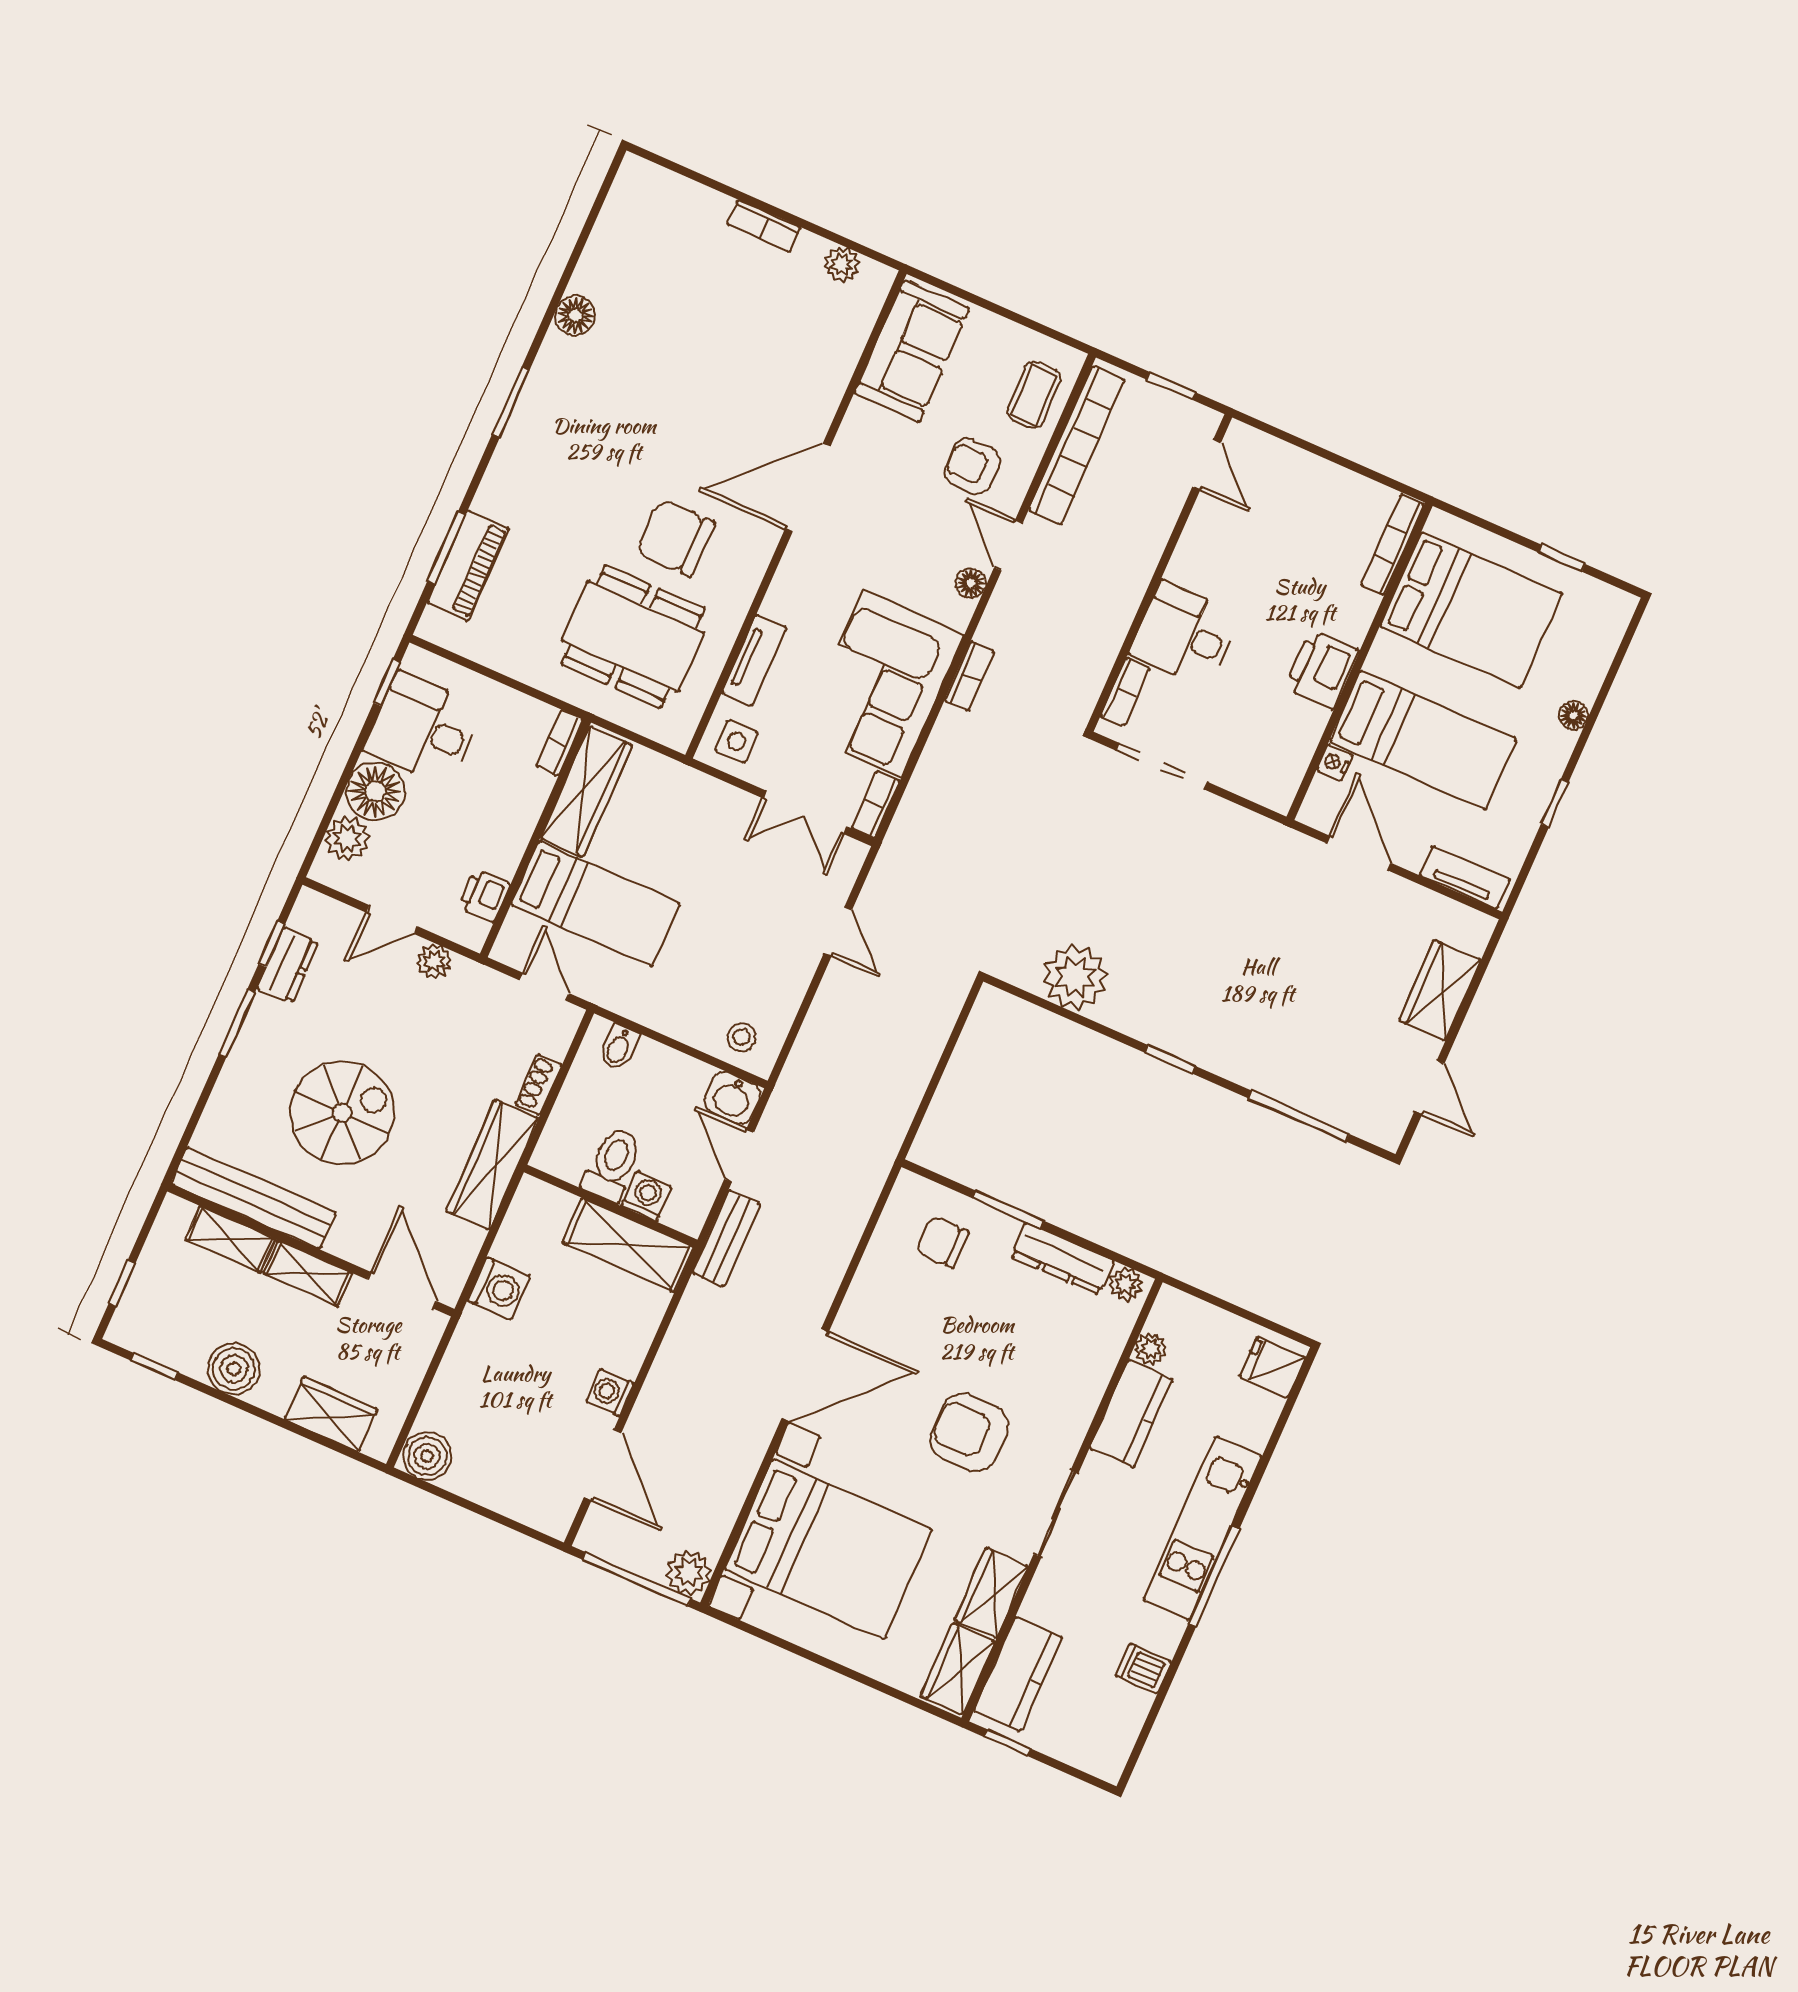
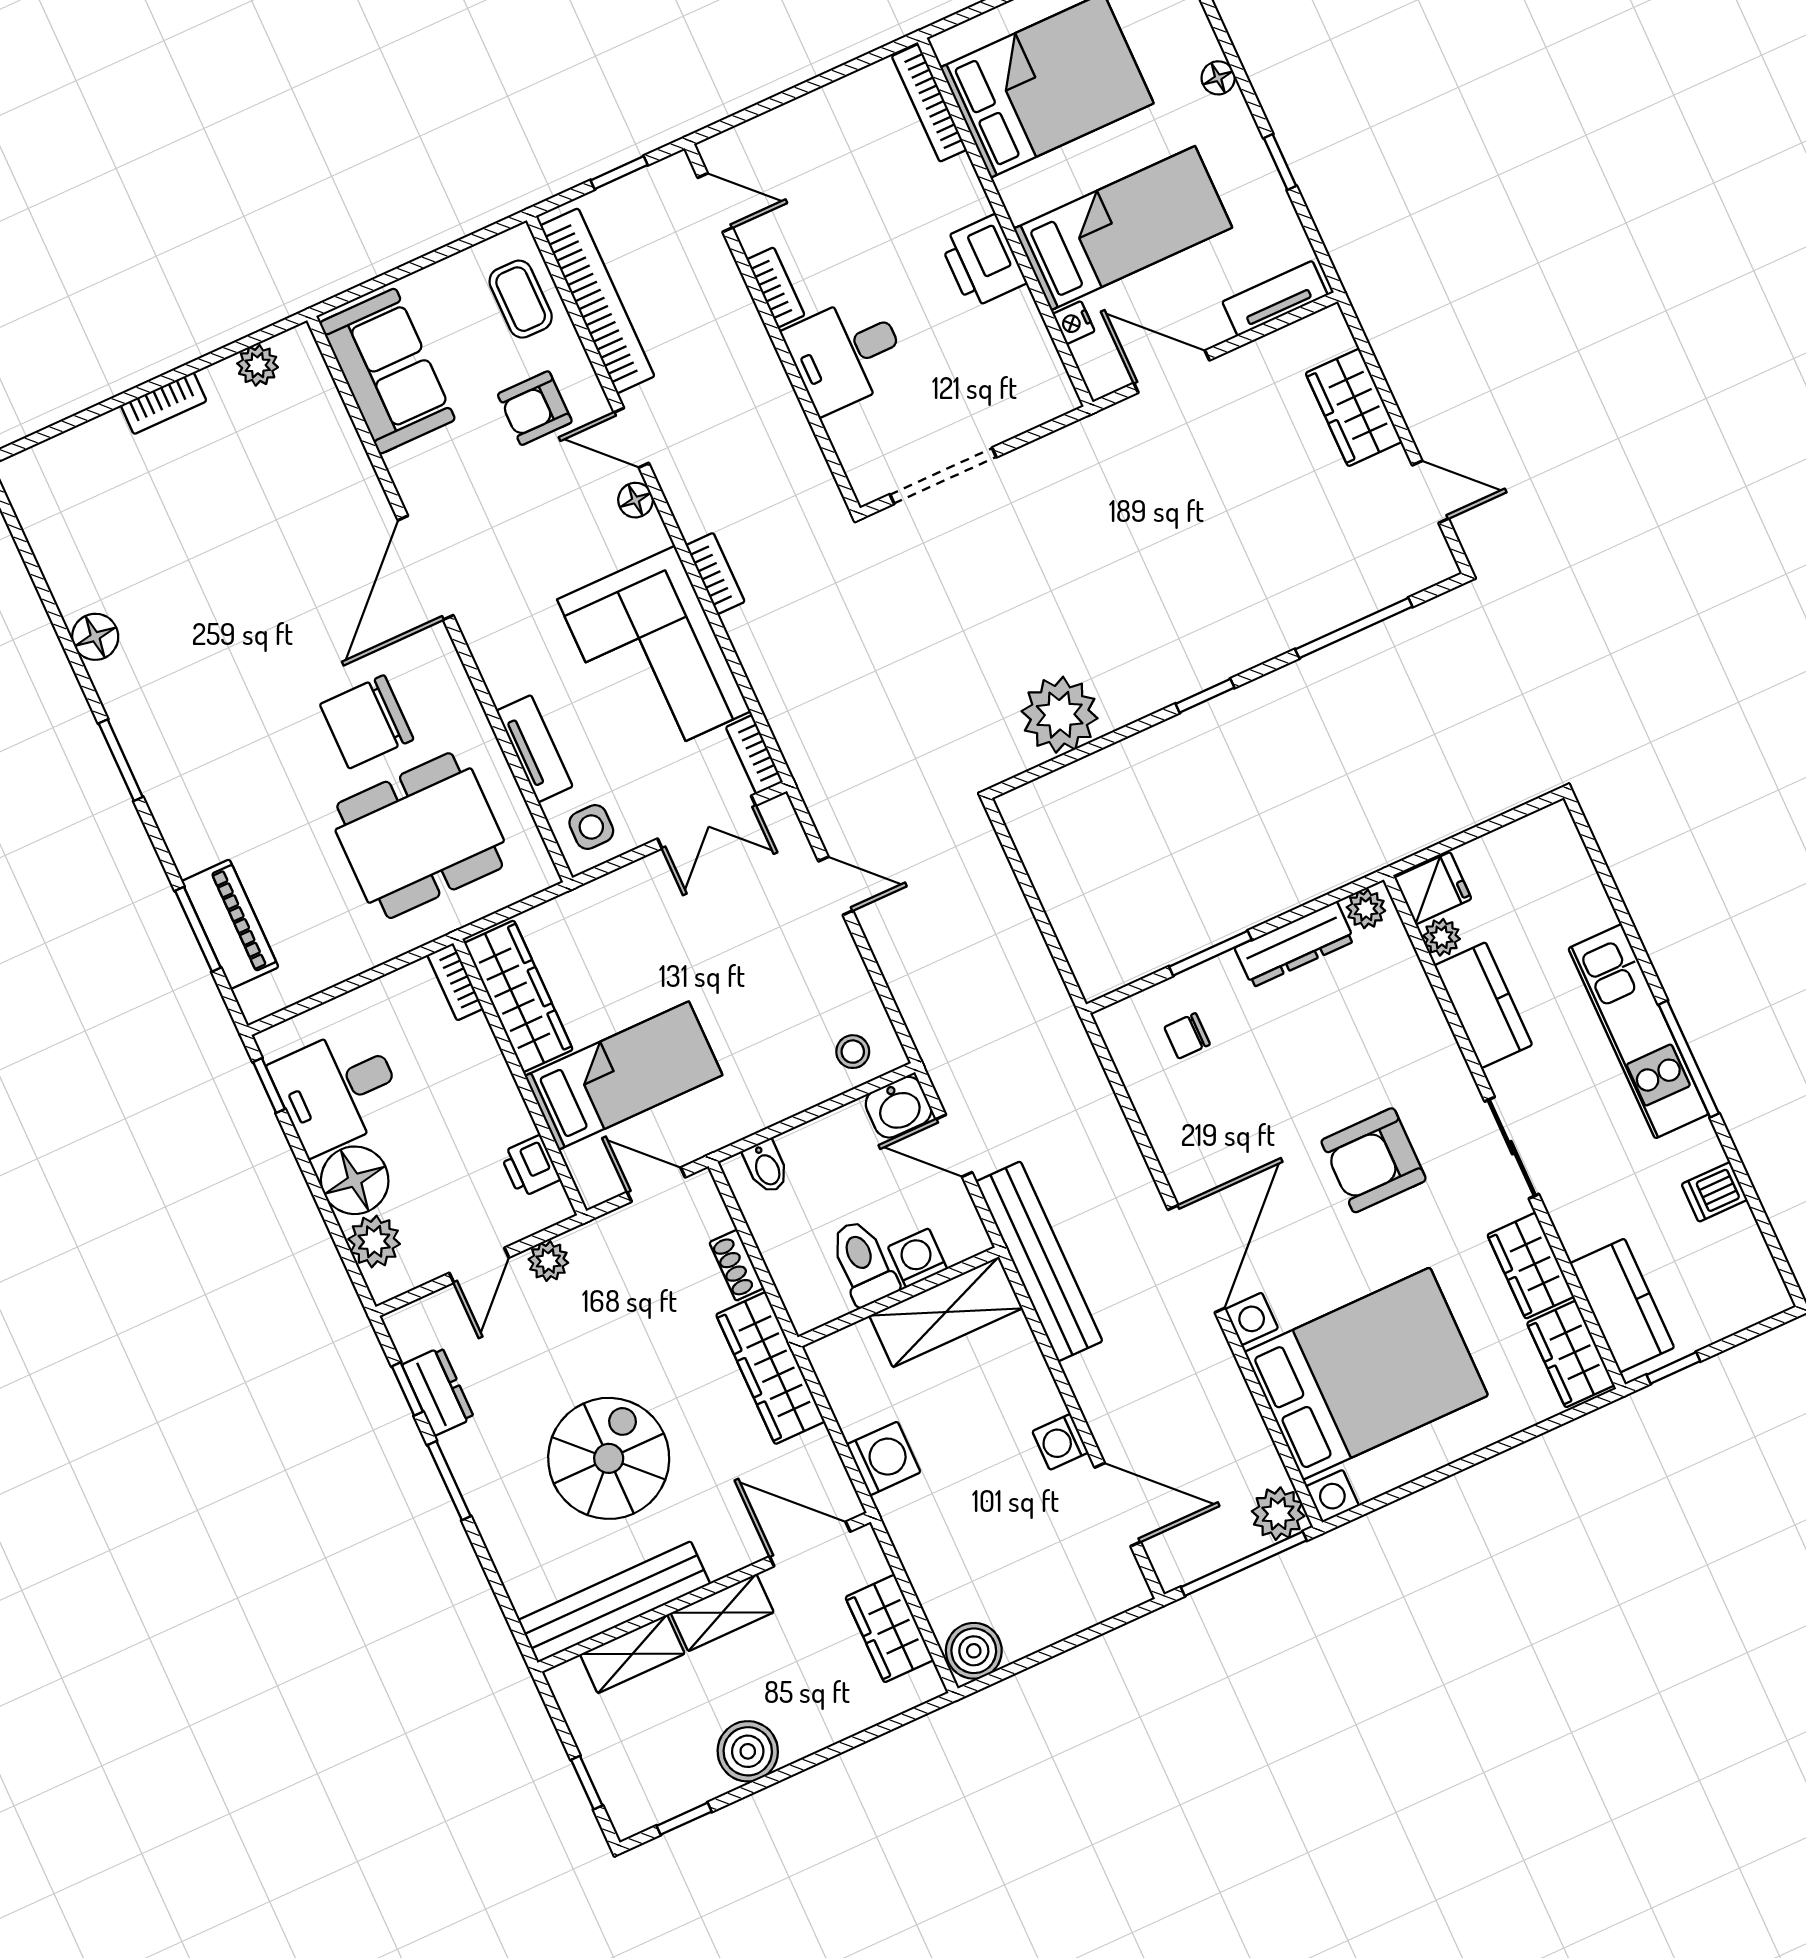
bookcase: (1125, 692) -> (776, 287), moved
bench: (726, 1238) -> (1039, 1261), width x1.86, depth x1.21
chair: (943, 1242) -> (1187, 1036), width x0.73, depth x0.73
fridge: (1272, 1367) -> (1433, 888), moved, turned 180
wardrobe: (331, 1414) -> (890, 1629), moved, turned -90

